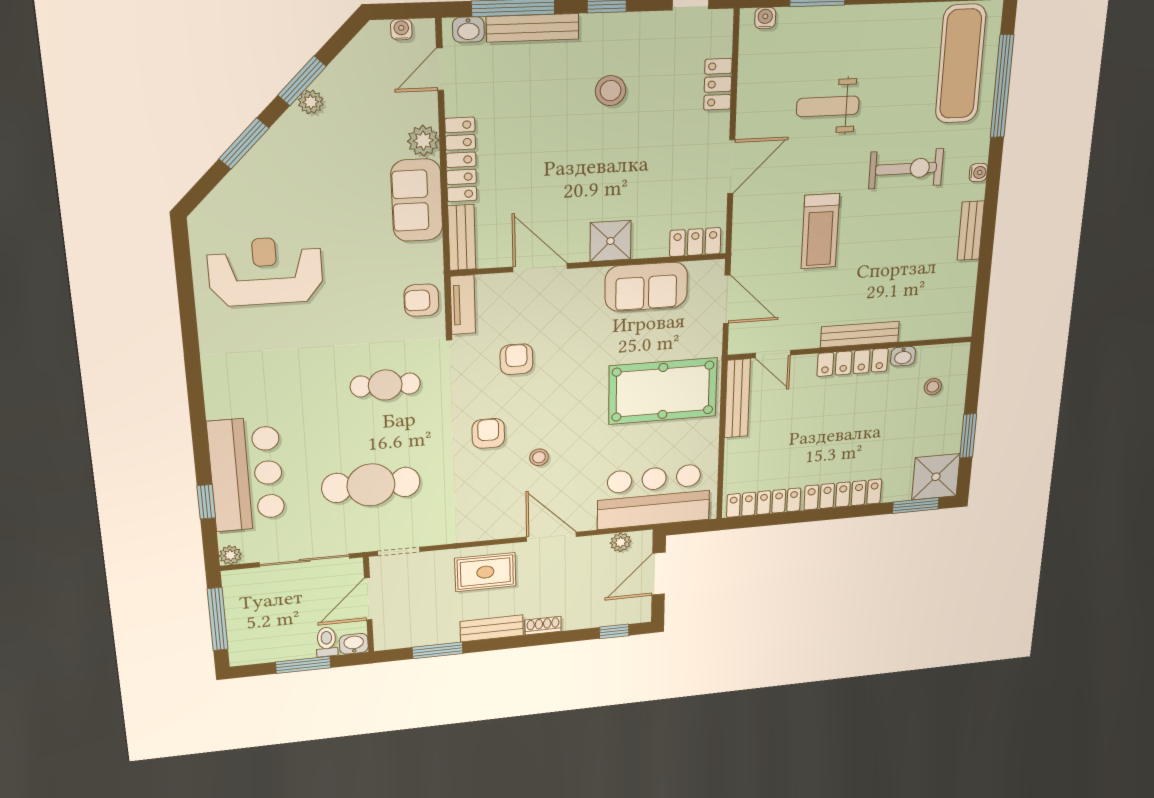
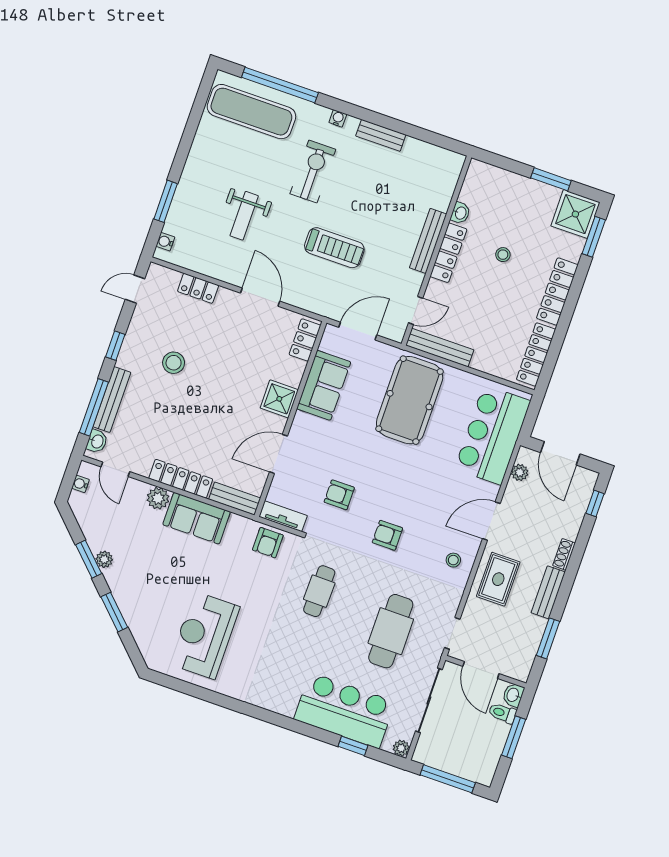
stool: (933, 387) -> (503, 255), moved
stool: (539, 457) -> (453, 560), moved

